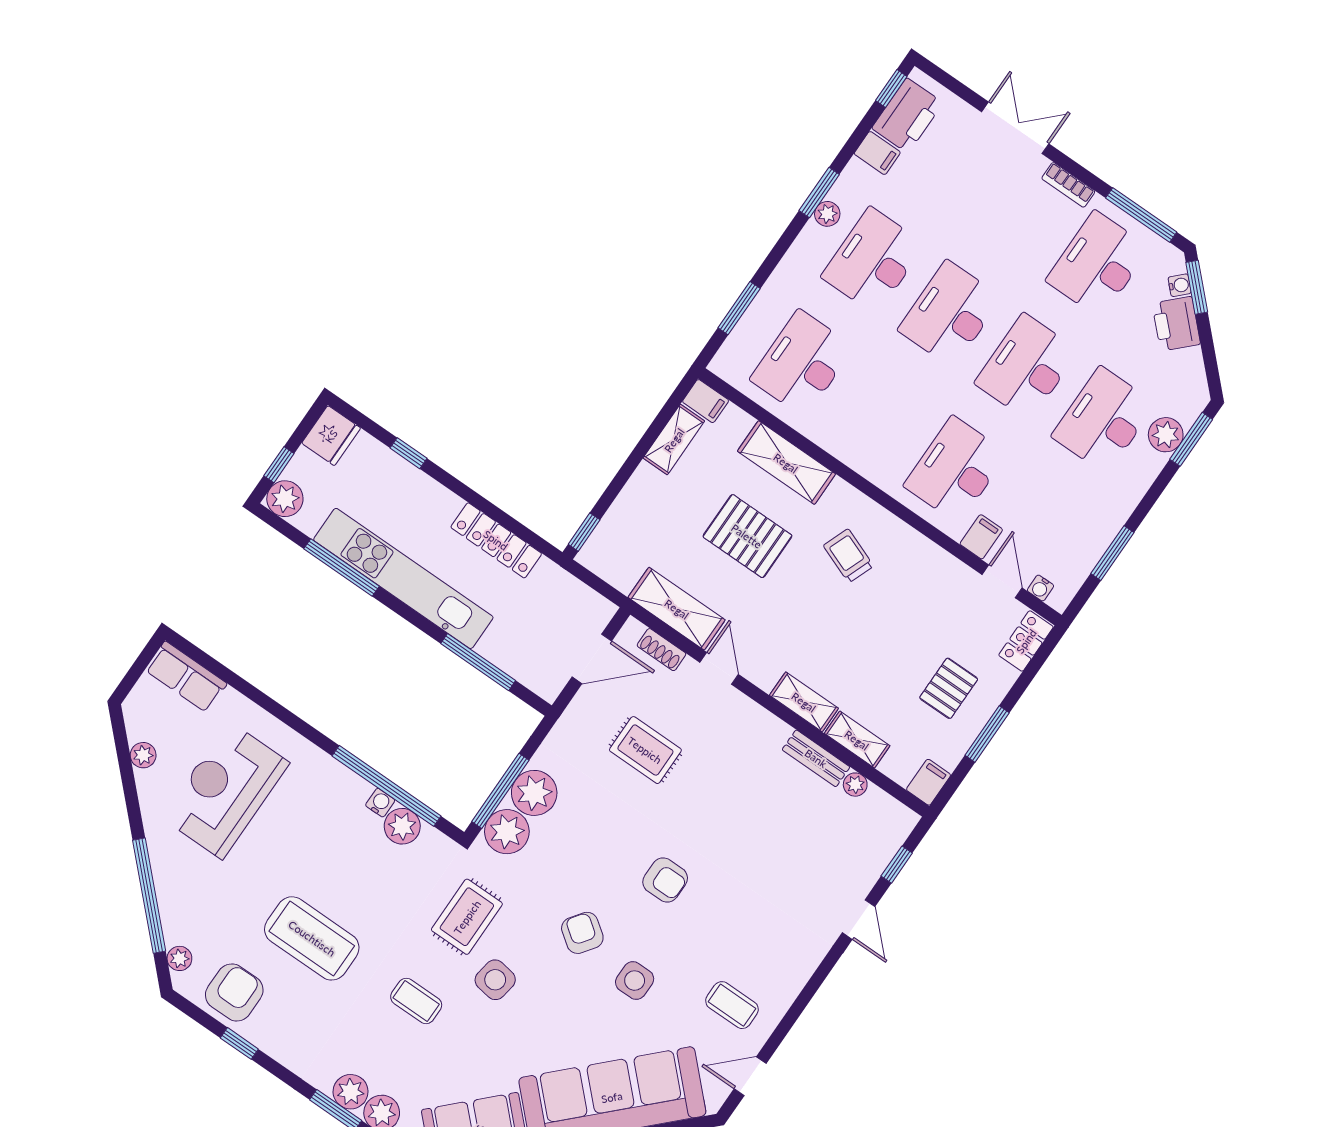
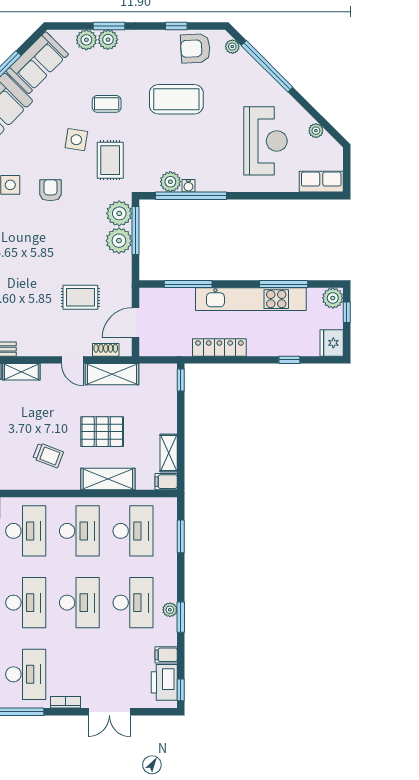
desk: (879, 416) -> (79, 531), added
armchair: (665, 880) -> (29, 242), removed
armchair: (582, 933) -> (50, 190), turned -126
armchair: (234, 992) -> (195, 48), turned 87

